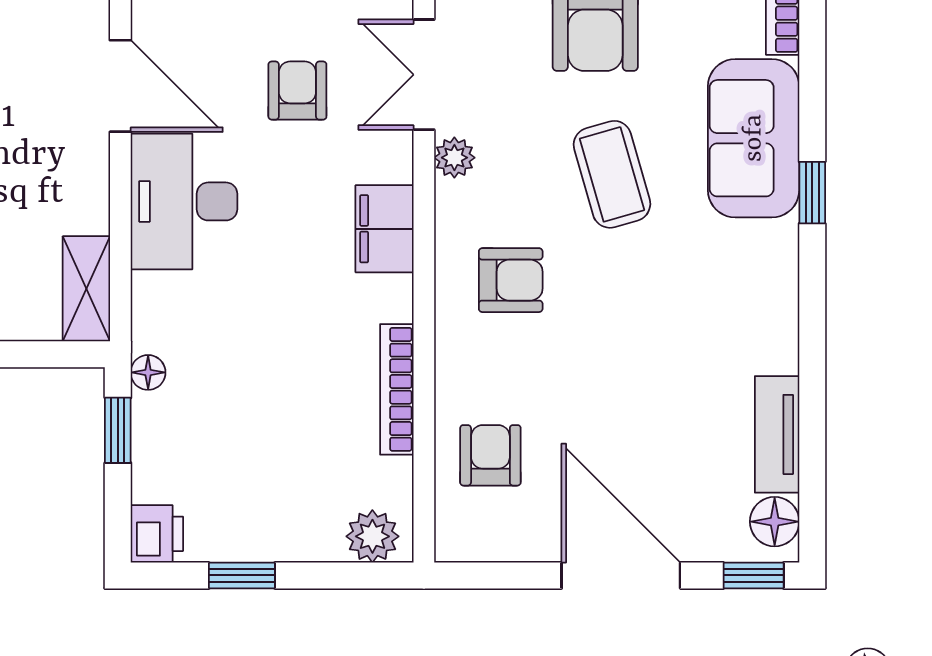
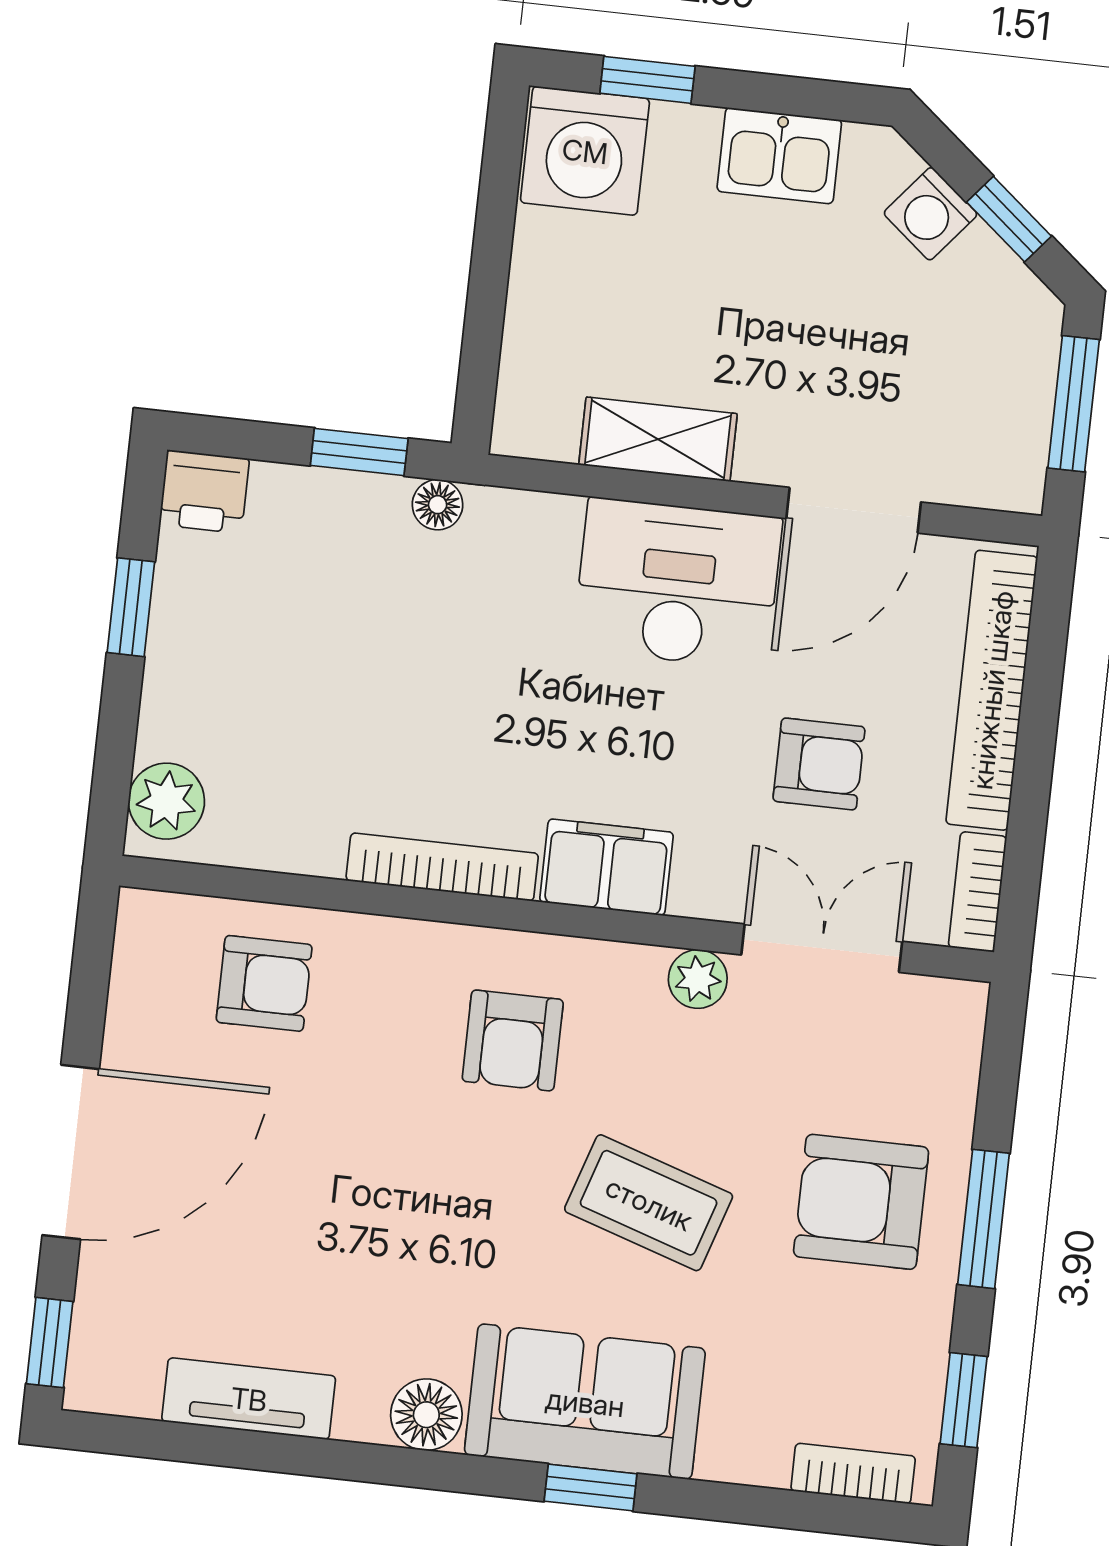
sofa: (754, 138) -> (585, 1402), moved
coffee table: (612, 174) -> (649, 1203), turned 34
shelving: (86, 289) -> (658, 439), moved
bookcase: (397, 389) -> (442, 867), moved
floor lamp: (775, 522) -> (426, 1415), moved

